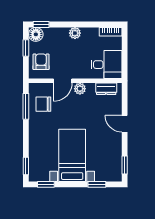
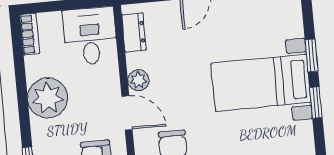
plant: (75, 33) -> (48, 98), width x1.87, depth x1.87
window: (46, 184) -> (316, 102), moved
window: (97, 184) -> (312, 55), moved

